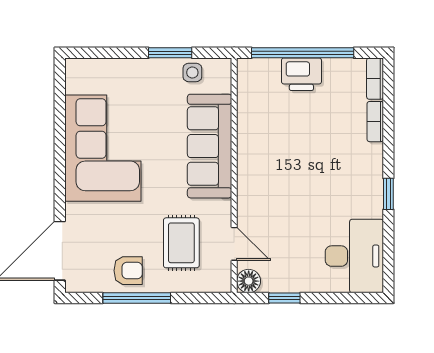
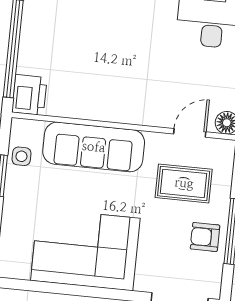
printer: (301, 74) -> (29, 95), moved
armchair: (128, 271) -> (205, 237), turned -90

